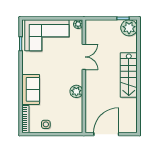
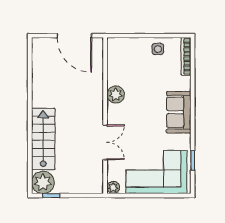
double door: (84, 57) -> (105, 142), swing flipped
stairs: (129, 75) -> (43, 139), moved
sofa: (31, 89) -> (179, 112), moved
door: (106, 134) -> (74, 36), hinge flipped

